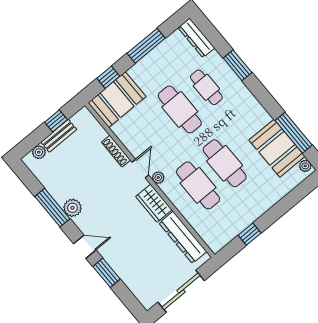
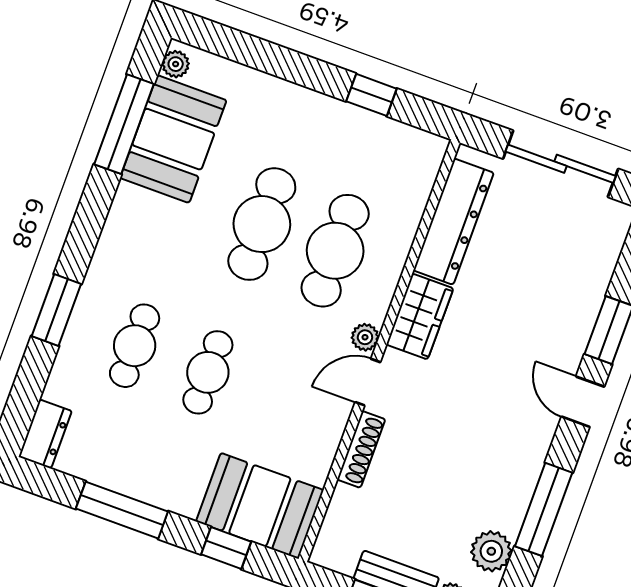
dresser: (196, 38) -> (45, 434), width x0.70
cafe table: (180, 109) -> (208, 372), width x0.73, depth x0.74
plant: (73, 208) -> (491, 551), moved

